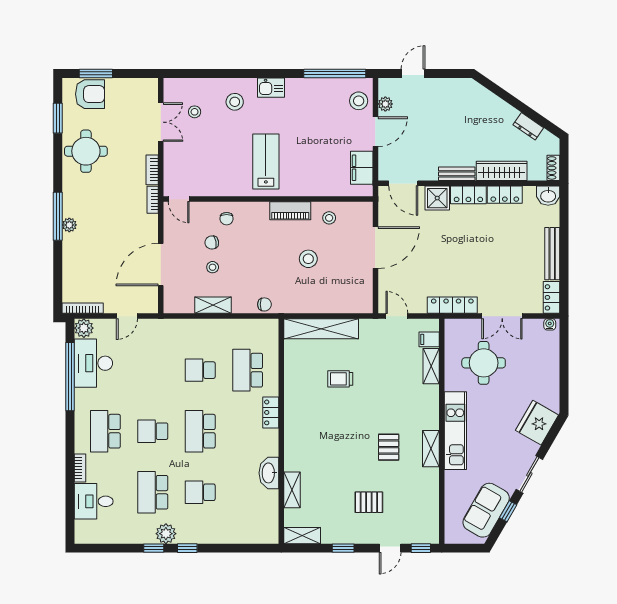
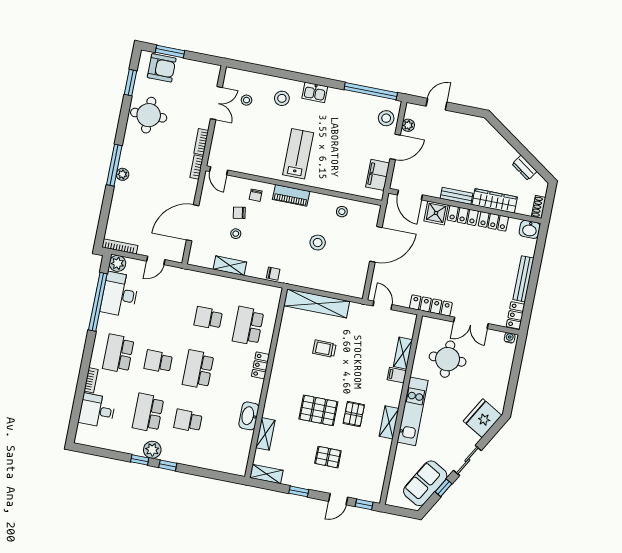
piano: (290, 211) -> (291, 195), moved
filing cabinet: (429, 339) -> (397, 375), moved
pallet: (347, 451) -> (318, 410), added

